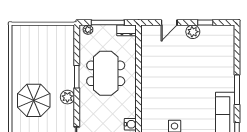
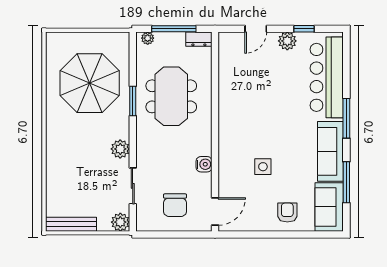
bar counter: (222, 59) -> (327, 77), added
plant: (67, 97) -> (120, 149), moved
parasol: (34, 100) -> (90, 83), moved, width x1.36, depth x1.36

